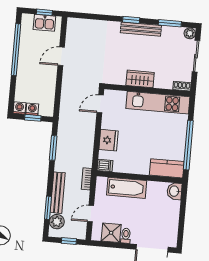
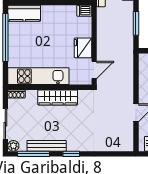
window: (170, 23) -> (33, 154), width x1.44
bench: (141, 29) -> (47, 146), moved
wardrobe: (140, 79) -> (58, 98), width x1.50
fridge: (109, 140) -> (83, 48), moved

